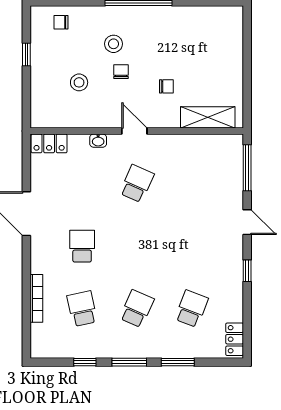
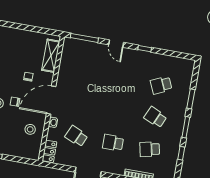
stool: (79, 82) -> (30, 129), moved
door: (134, 131) -> (51, 100), width x1.87
school desk: (137, 184) -> (76, 136), moved
door: (247, 222) -> (116, 44), swing flipped
school desk: (192, 309) -> (161, 85), turned -45
locker: (235, 339) -> (183, 63), removed

